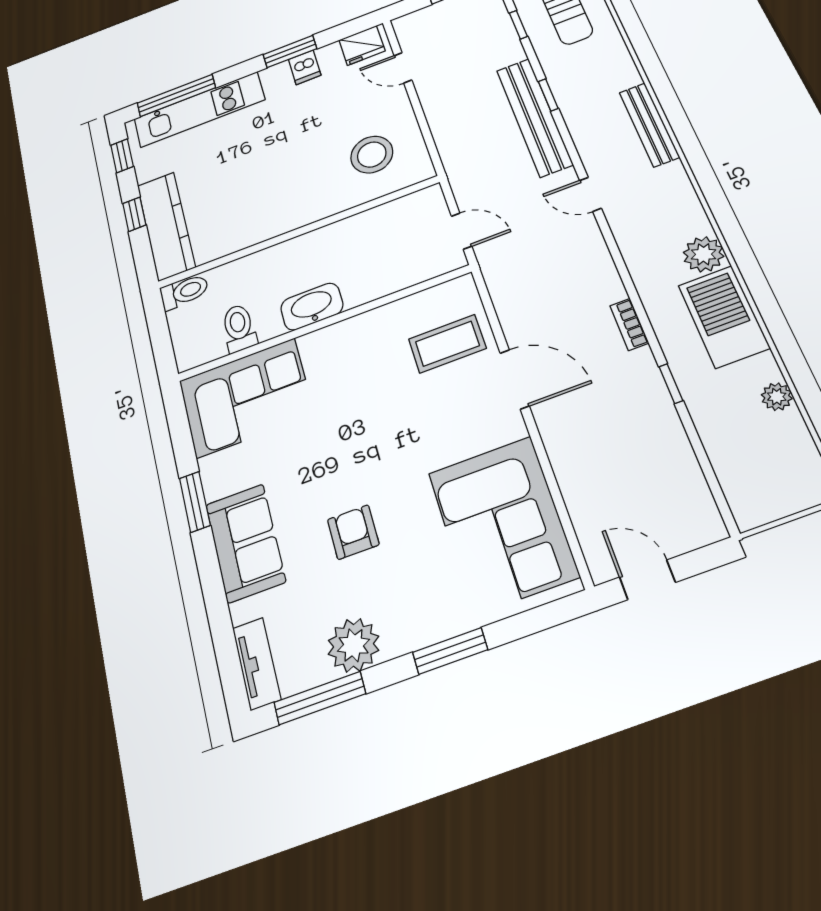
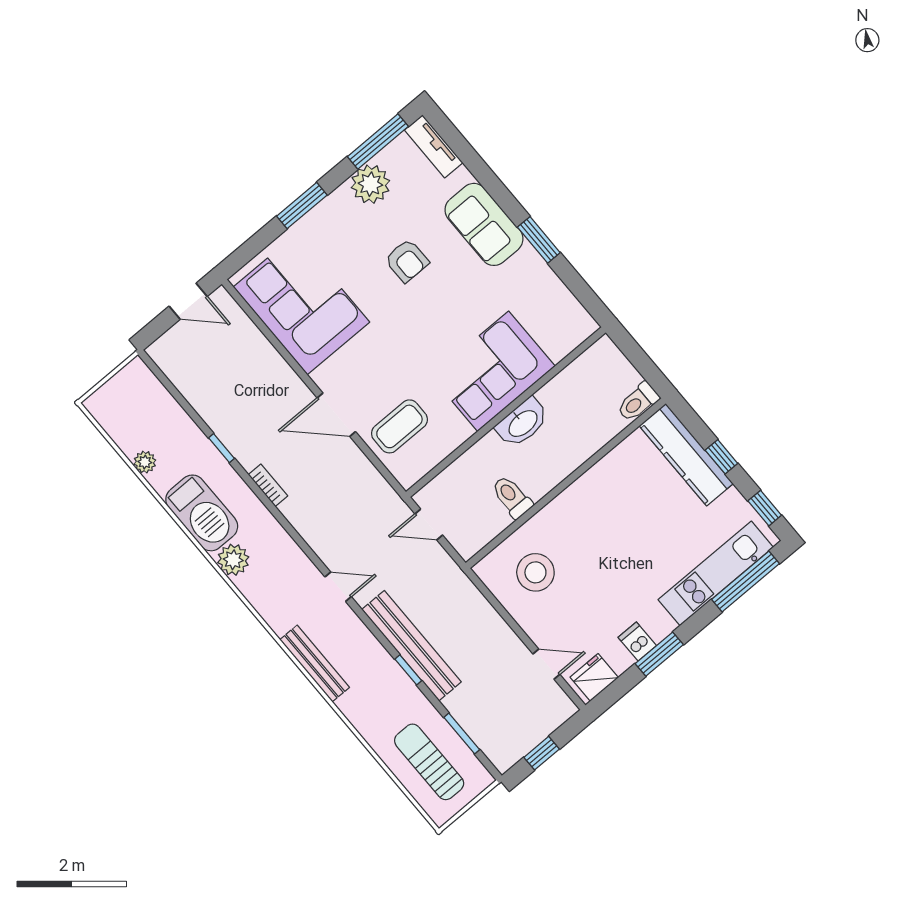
window: (518, 25) -> (462, 733), width x1.50
toilet: (239, 328) -> (512, 497), moved, turned 180
corner sofa: (246, 398) -> (493, 371), moved

